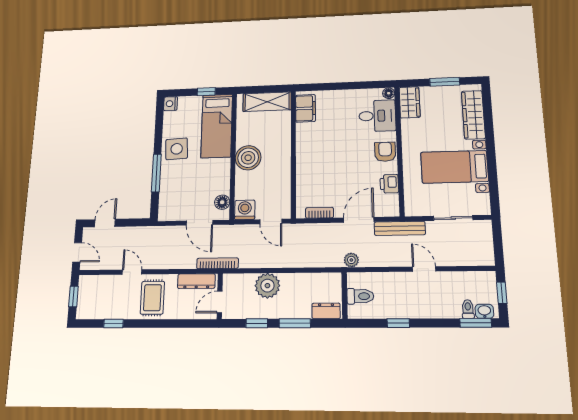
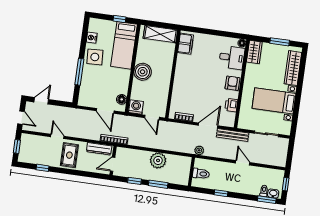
nightstand: (171, 104) -> (92, 38), moved
plant: (267, 286) -> (158, 160), moved
dresser: (326, 311) -> (179, 180), removed

